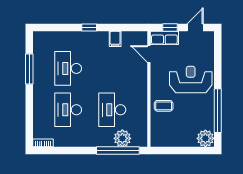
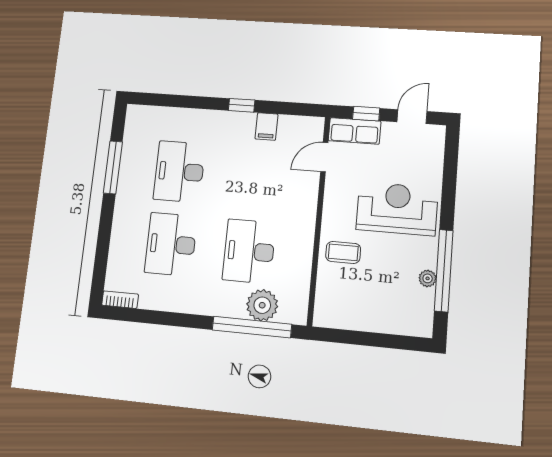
window: (89, 28) -> (242, 105), moved
door: (149, 54) -> (324, 157), hinge flipped
plant: (205, 138) -> (428, 278), moved, width x0.53, depth x0.53

